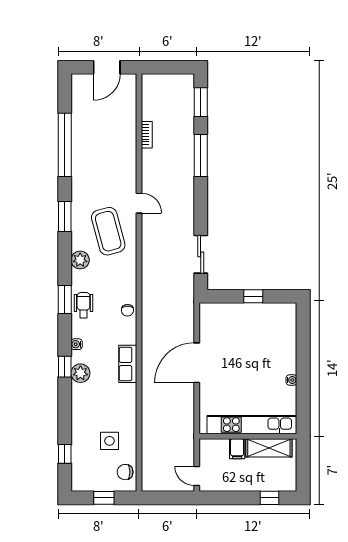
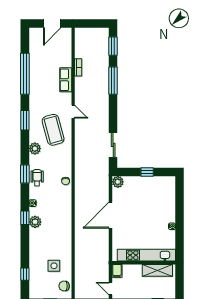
plant: (208, 311) -> (118, 182), added
row of seats: (128, 364) -> (66, 80), moved
filing cabinet: (237, 449) -> (117, 271), moved

